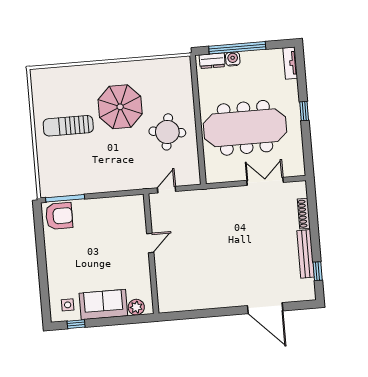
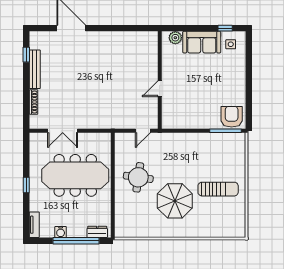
water cooler: (233, 59) -> (61, 232), moved
armchair: (59, 216) -> (232, 117), turned 90

